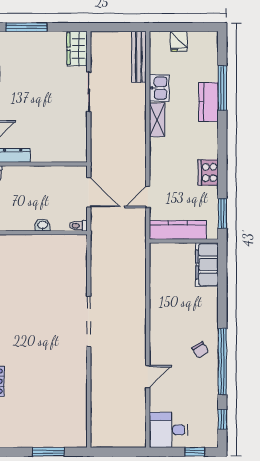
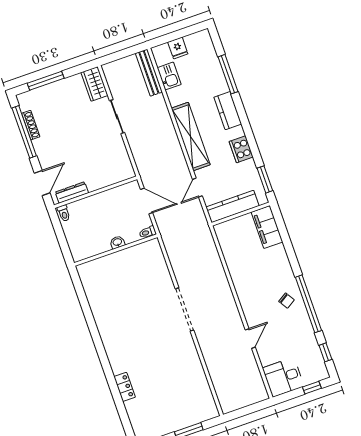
kitchen sink: (159, 88) -> (169, 76), moved
kitchen counter: (208, 102) -> (228, 111), moved
shelving: (157, 120) -> (191, 136), width x2.20, depth x1.33

